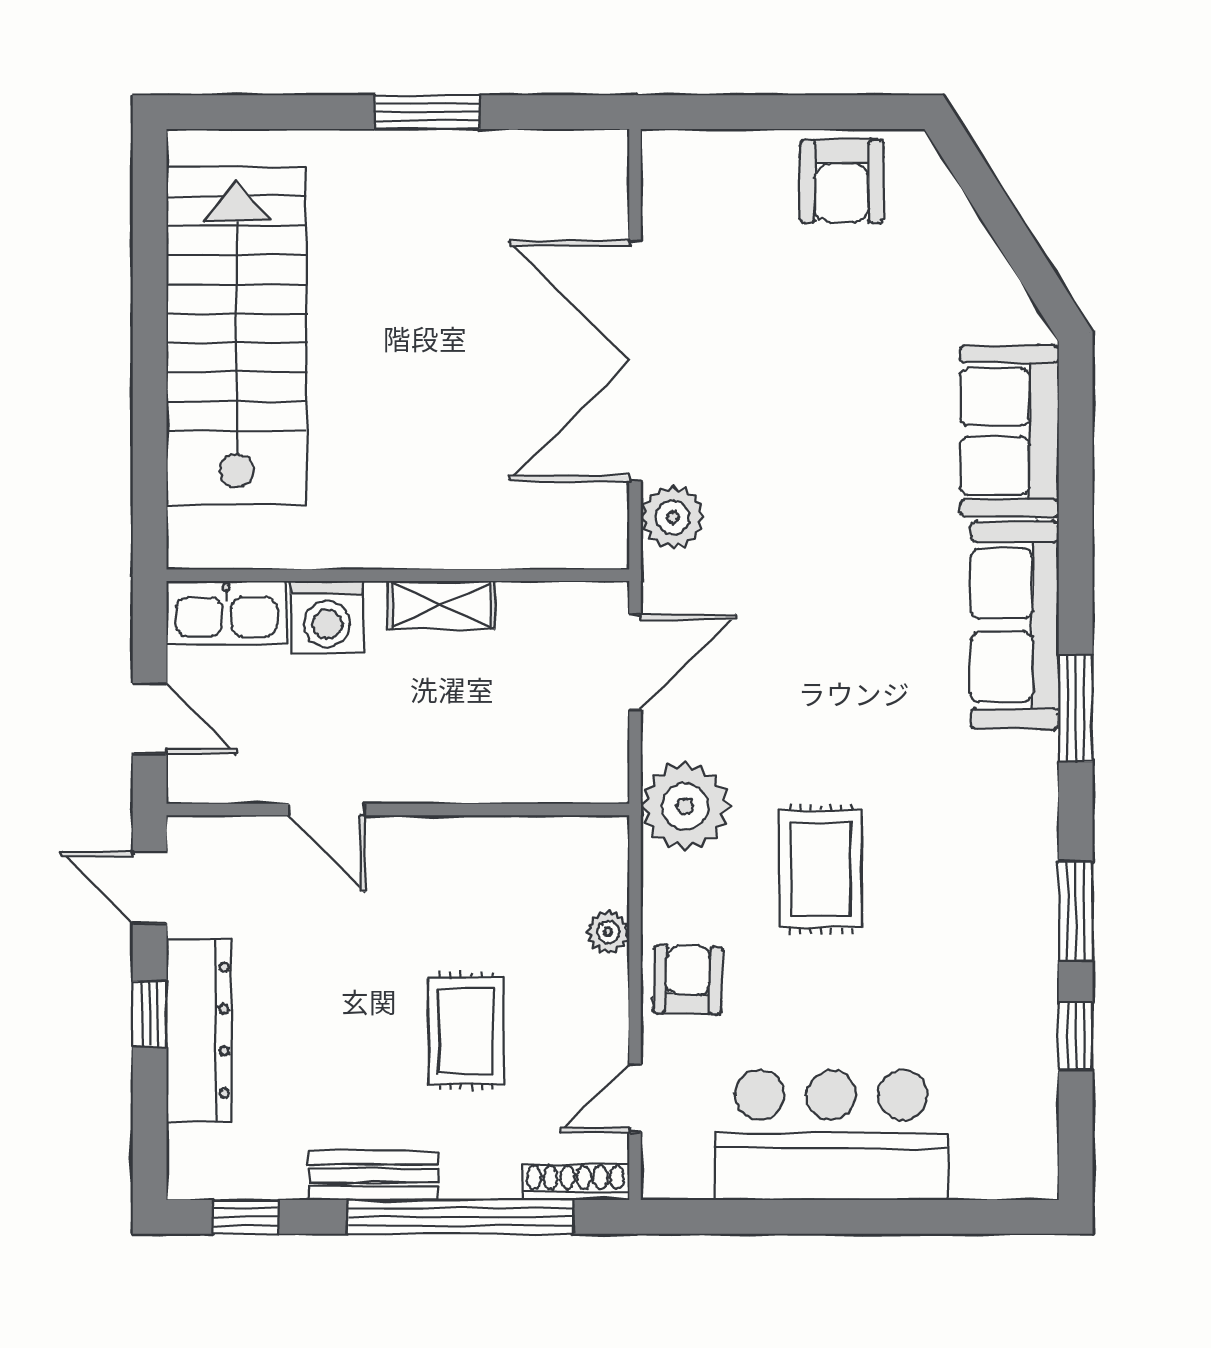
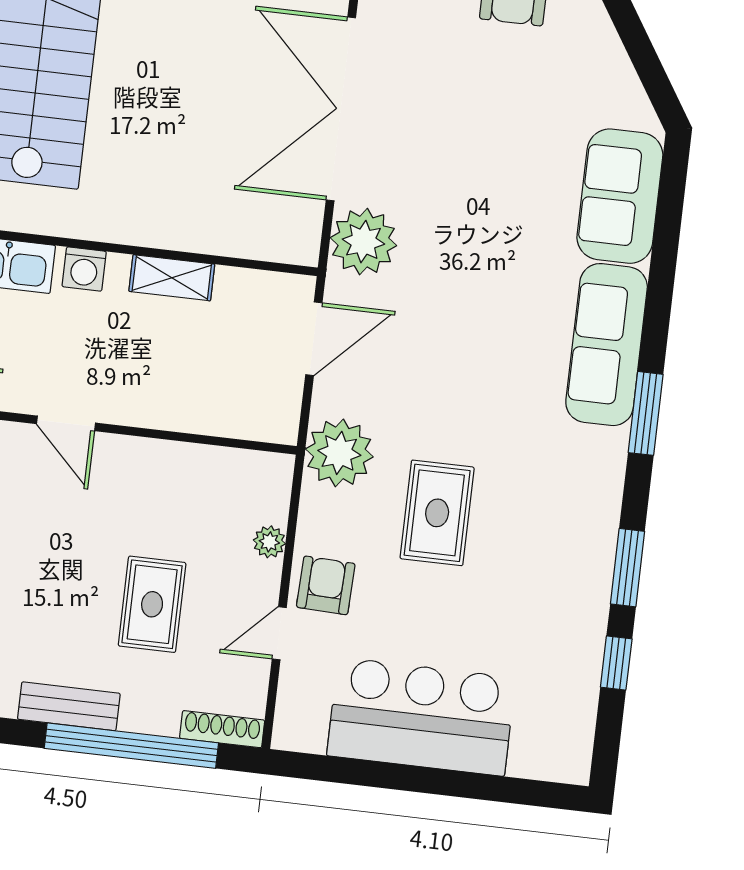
plant: (673, 517) -> (363, 242), width x1.36, depth x1.36
washing machine: (327, 617) -> (84, 269), width x0.73, depth x0.73
door: (635, 1098) -> (279, 633), moved

